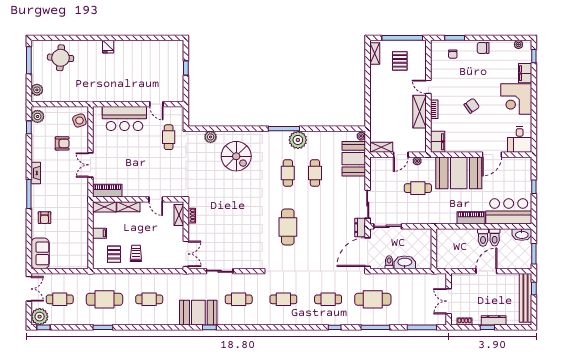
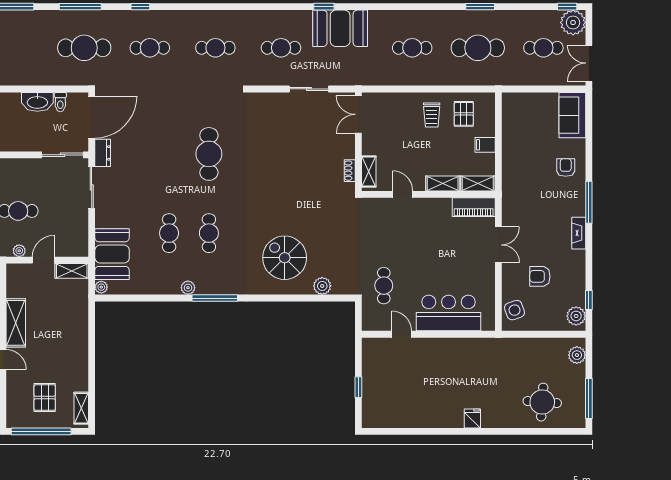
plant: (298, 140) -> (188, 288), width x0.53, depth x0.53

